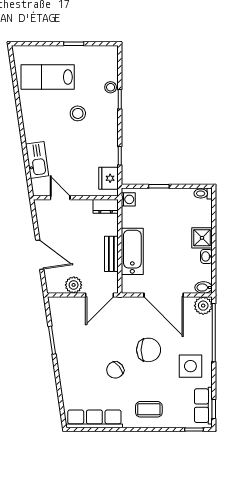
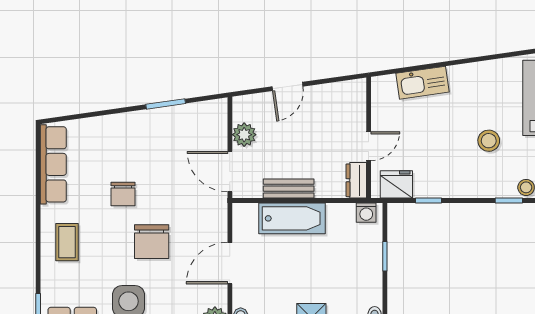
door: (60, 198) -> (369, 146), moved
door: (40, 255) -> (287, 86), width x0.73
door: (164, 295) -> (230, 263), width x0.73
chair: (115, 370) -> (123, 194), turned -141

